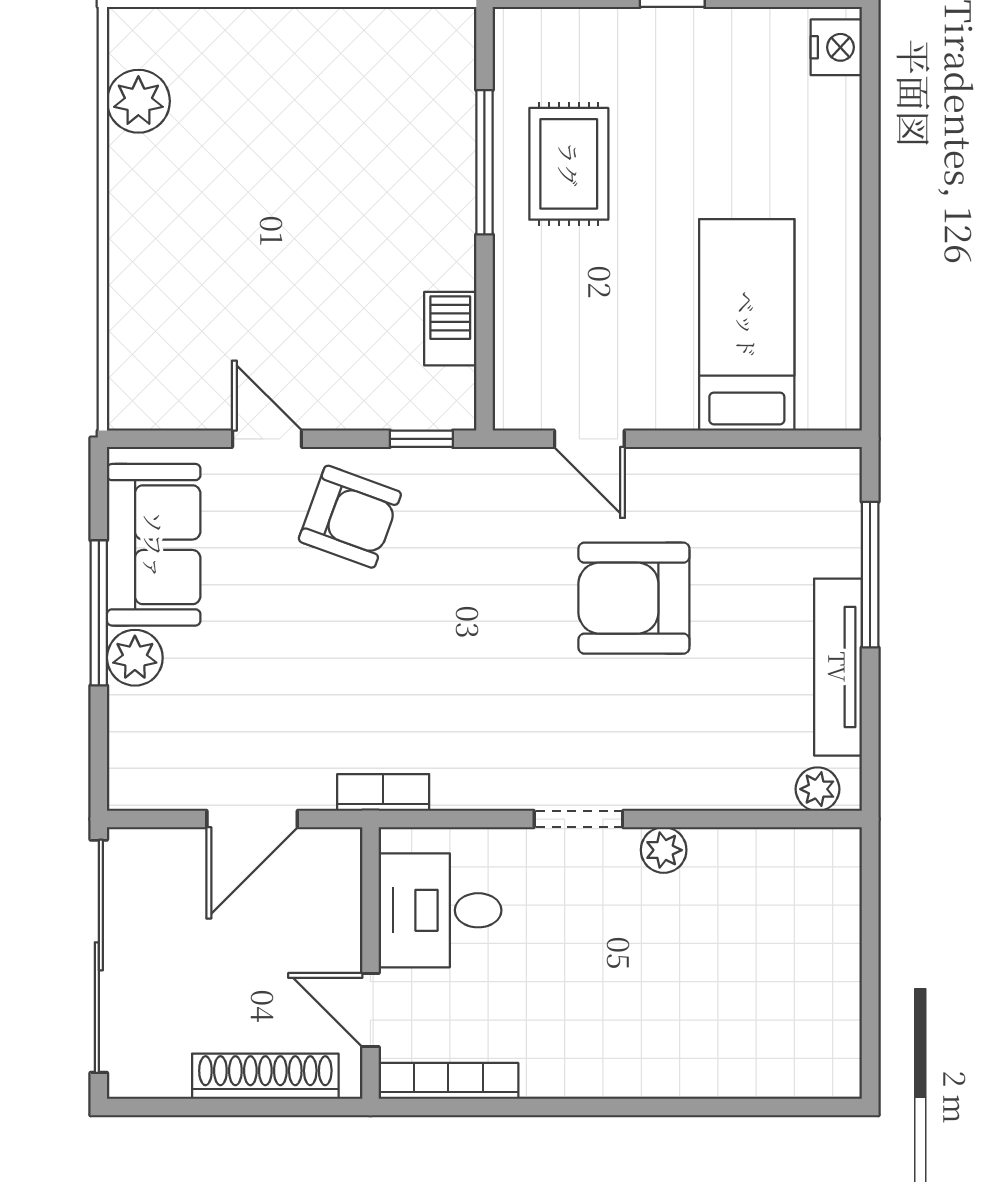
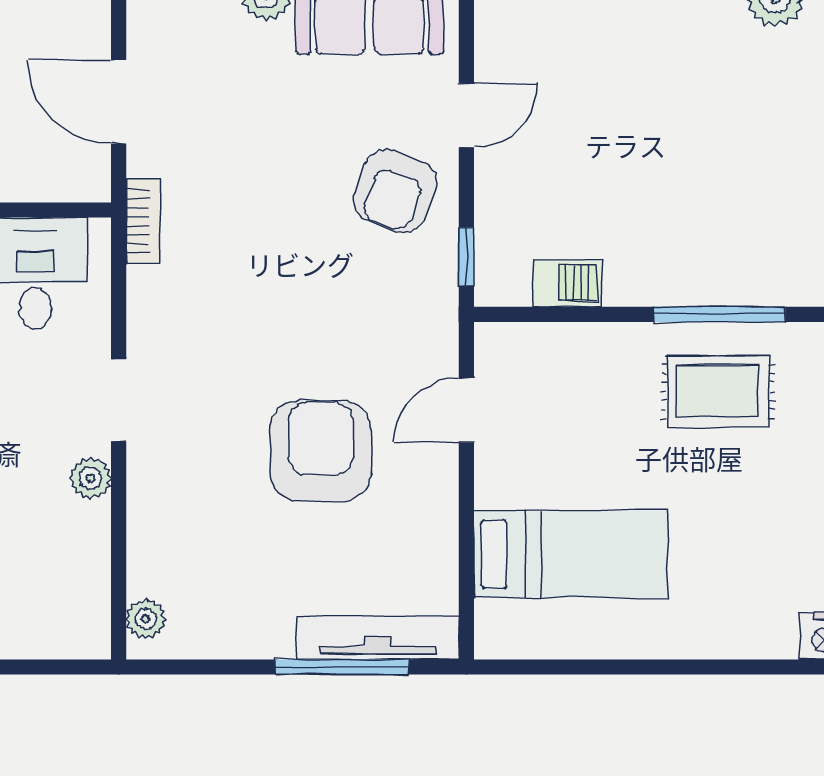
tv unit: (838, 667) -> (378, 638), moved

